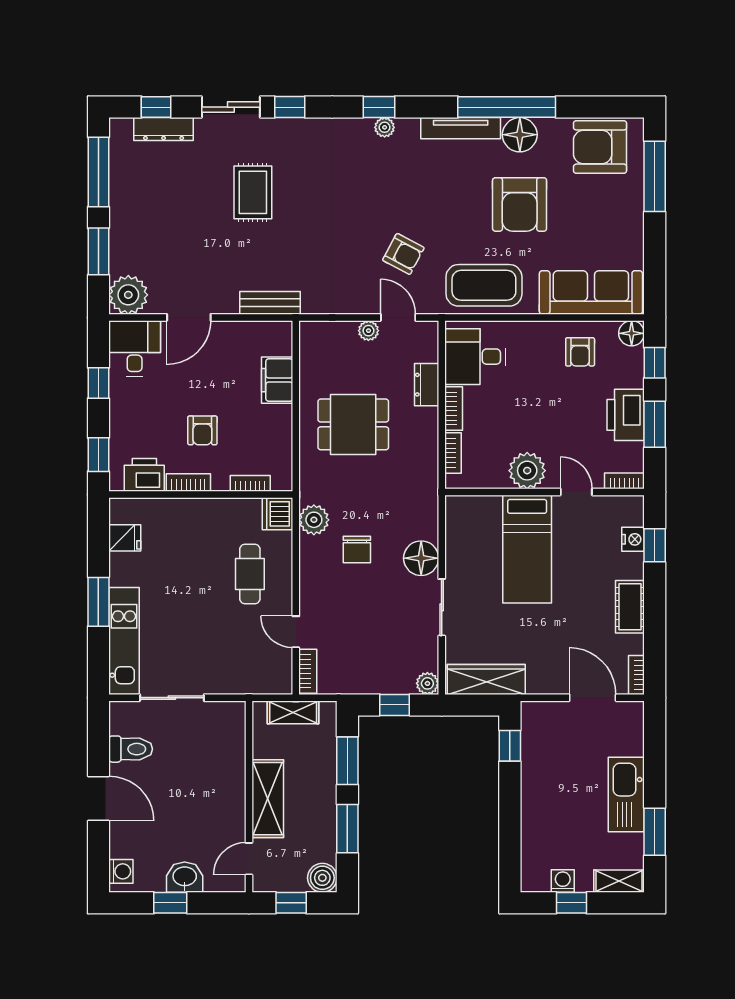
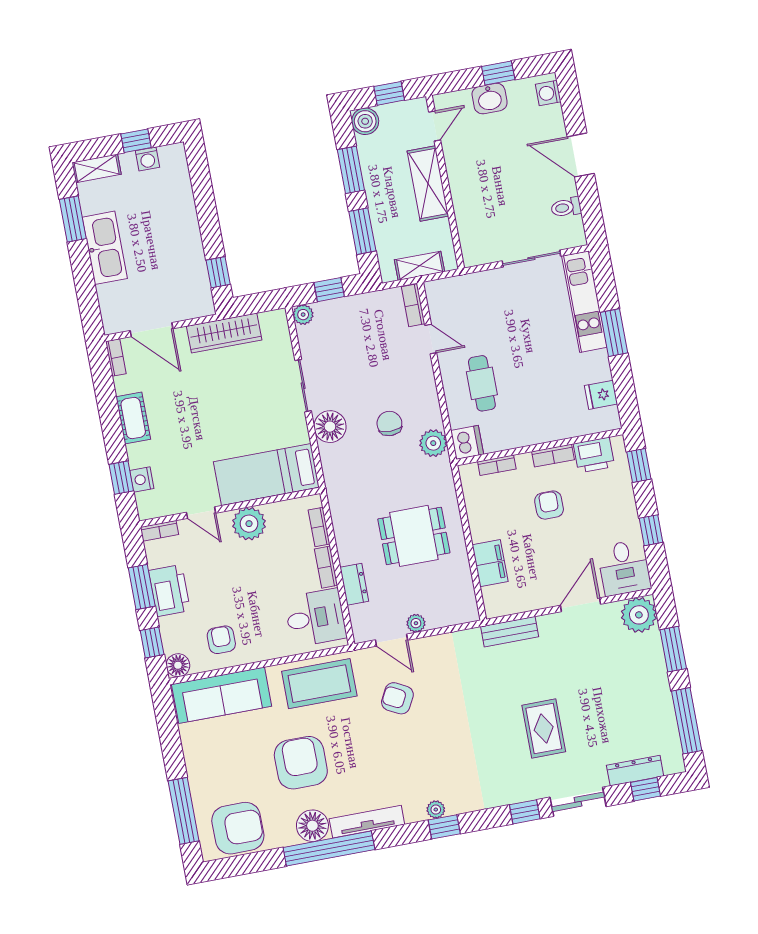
bed: (527, 549) -> (266, 475), moved, turned -90
wardrobe: (486, 679) -> (224, 333), moved
toilet: (131, 749) -> (566, 207), width x0.73, depth x0.72

